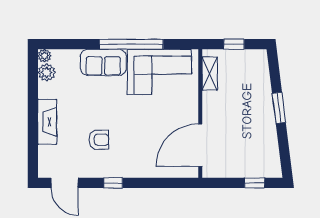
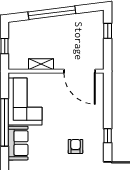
shelving: (210, 74) -> (41, 64), moved
window: (279, 108) -> (52, 13), width x2.11

